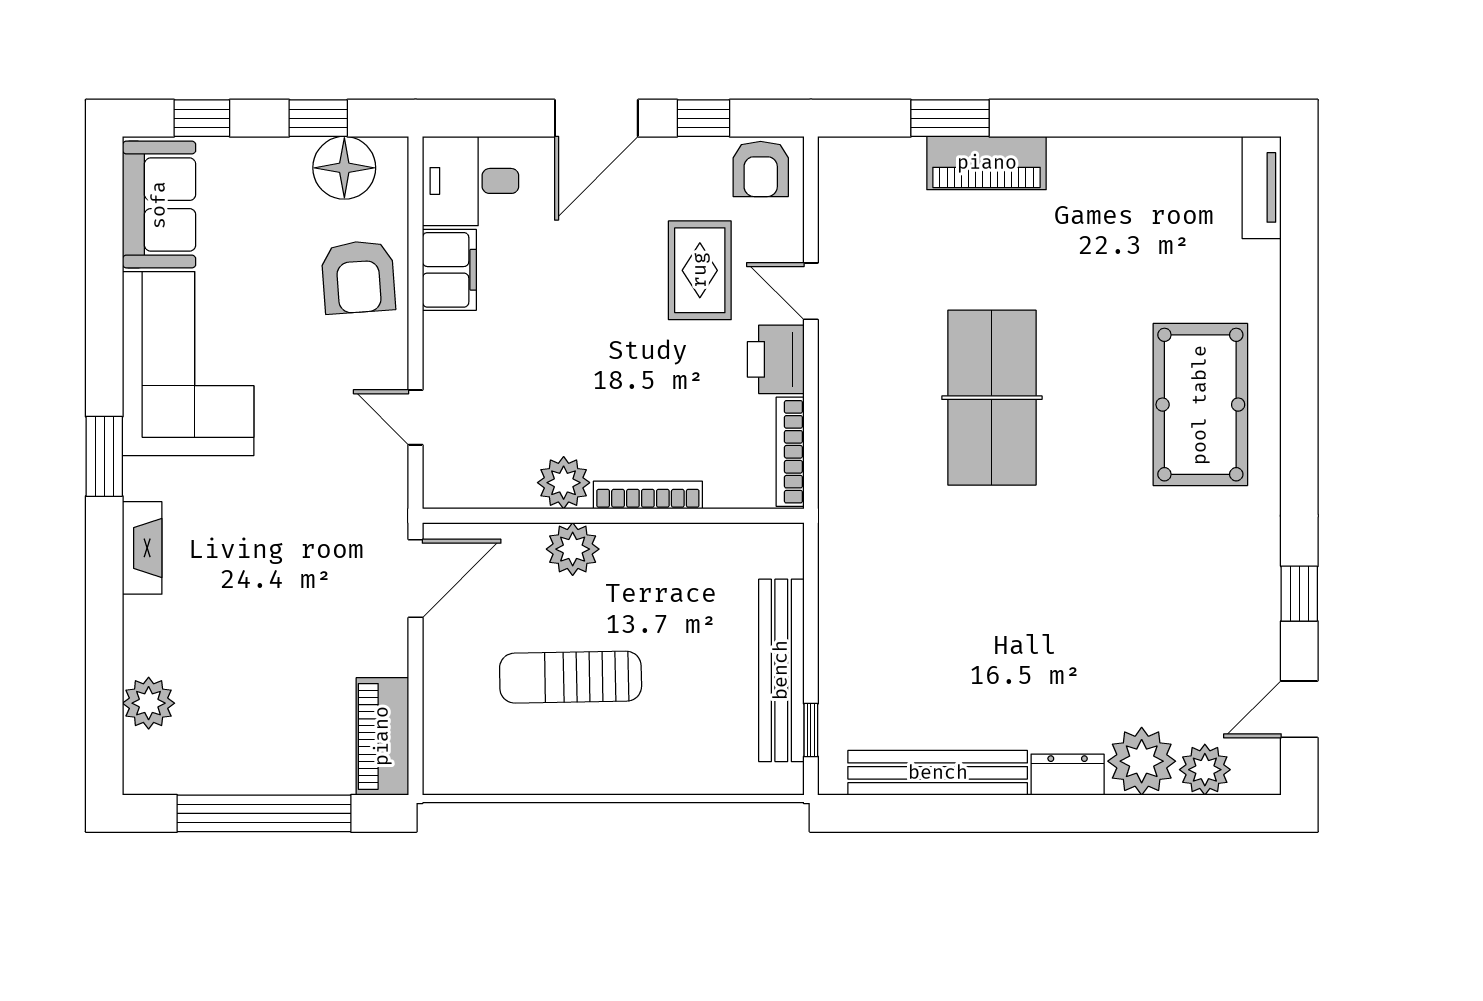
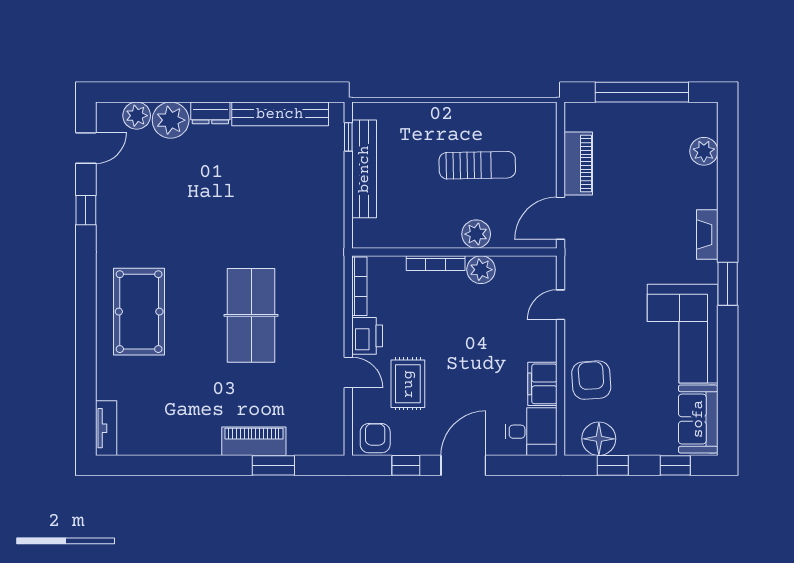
door: (416, 417) -> (561, 305), swing flipped
piano: (382, 736) -> (578, 164), moved

